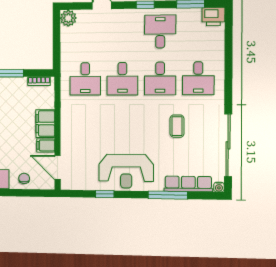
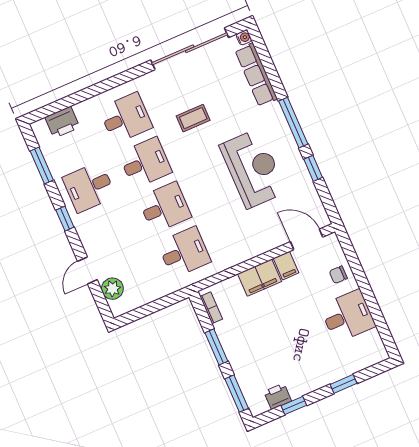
printer: (213, 17) -> (62, 122), moved, turned 90
plant: (68, 18) -> (112, 289), moved
door: (58, 168) -> (307, 239), swing flipped
reception desk: (126, 171) -> (253, 169), moved
window: (168, 195) -> (293, 123), moved

